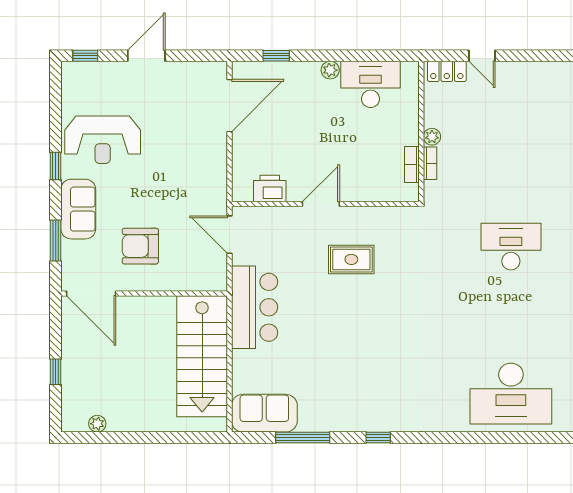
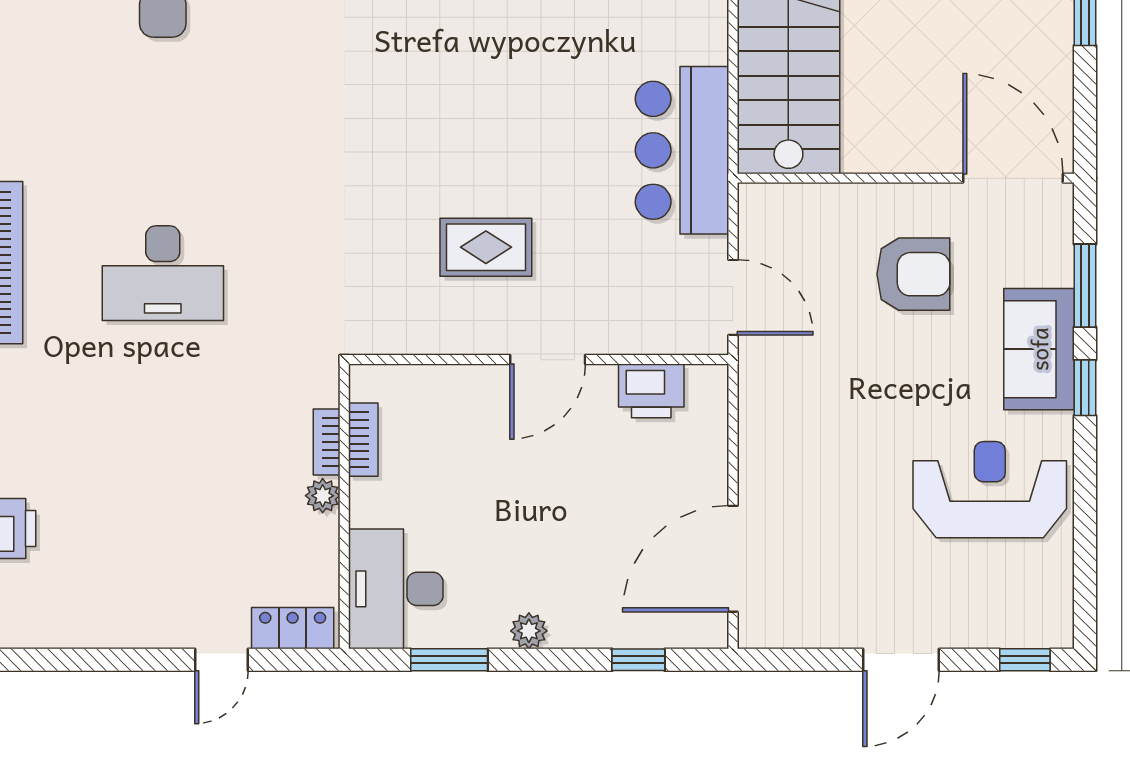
window: (370, 56) -> (449, 660), added
door: (482, 56) -> (221, 660), swing flipped
desk: (371, 84) -> (396, 589), moved, turned 90
window: (56, 166) -> (1085, 388), moved

